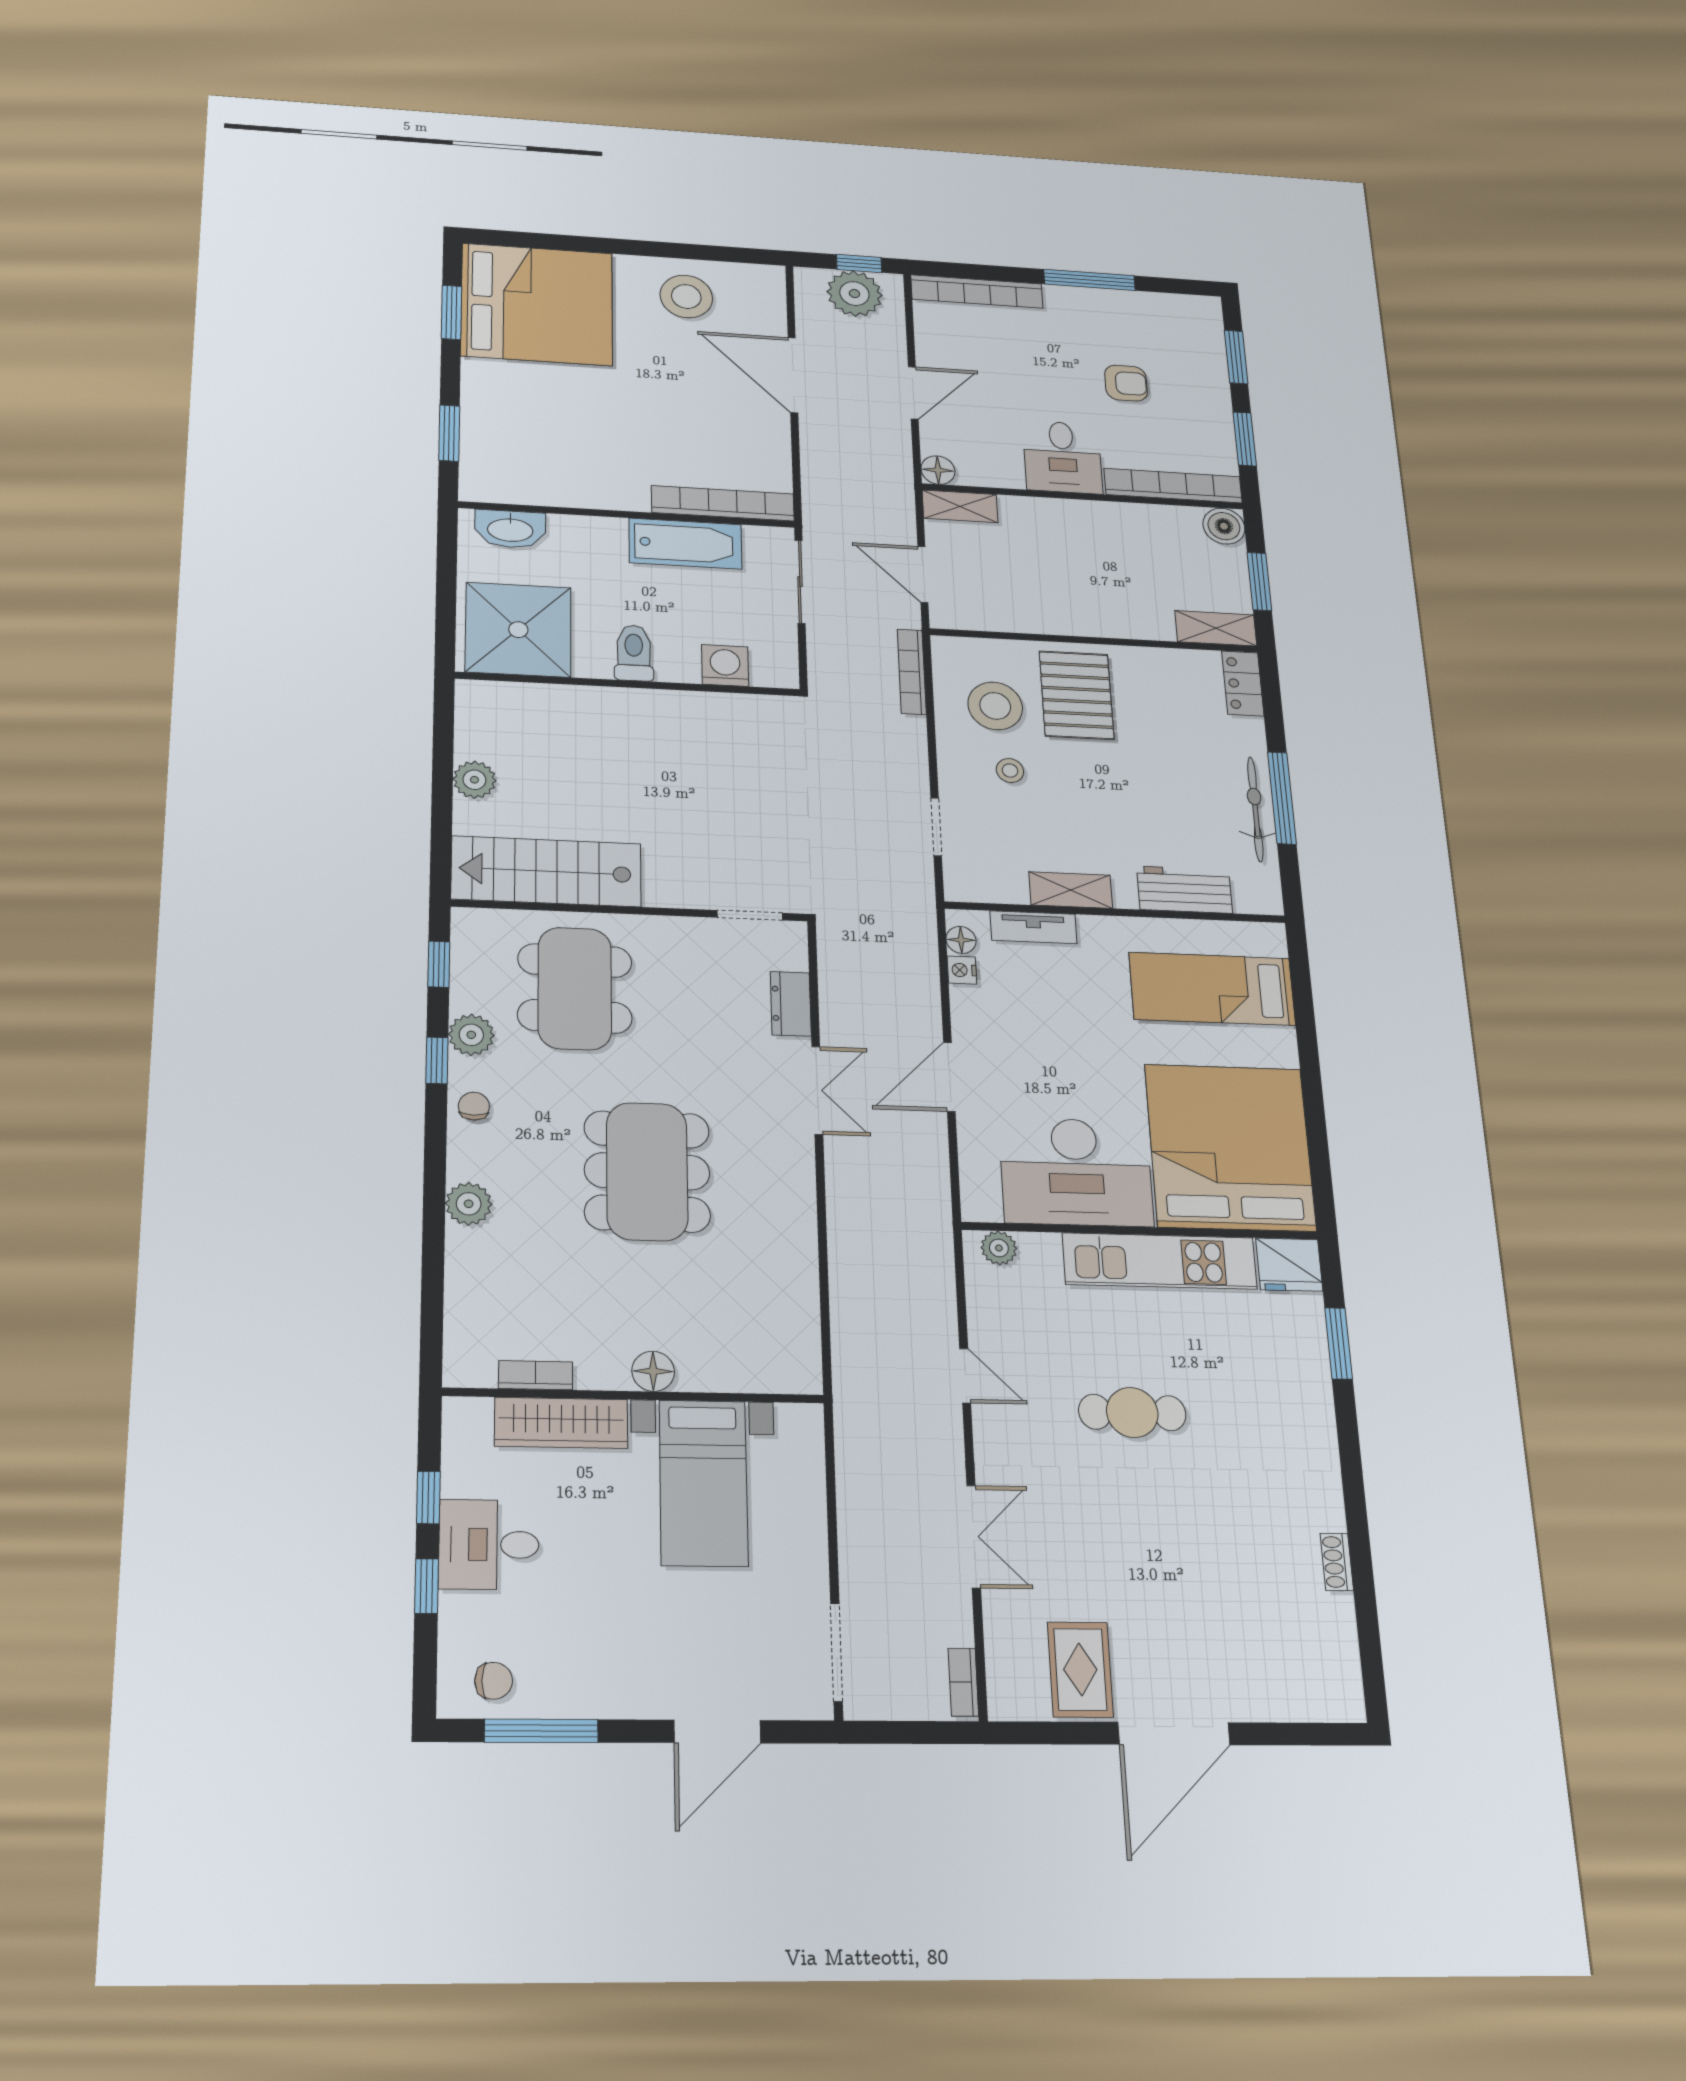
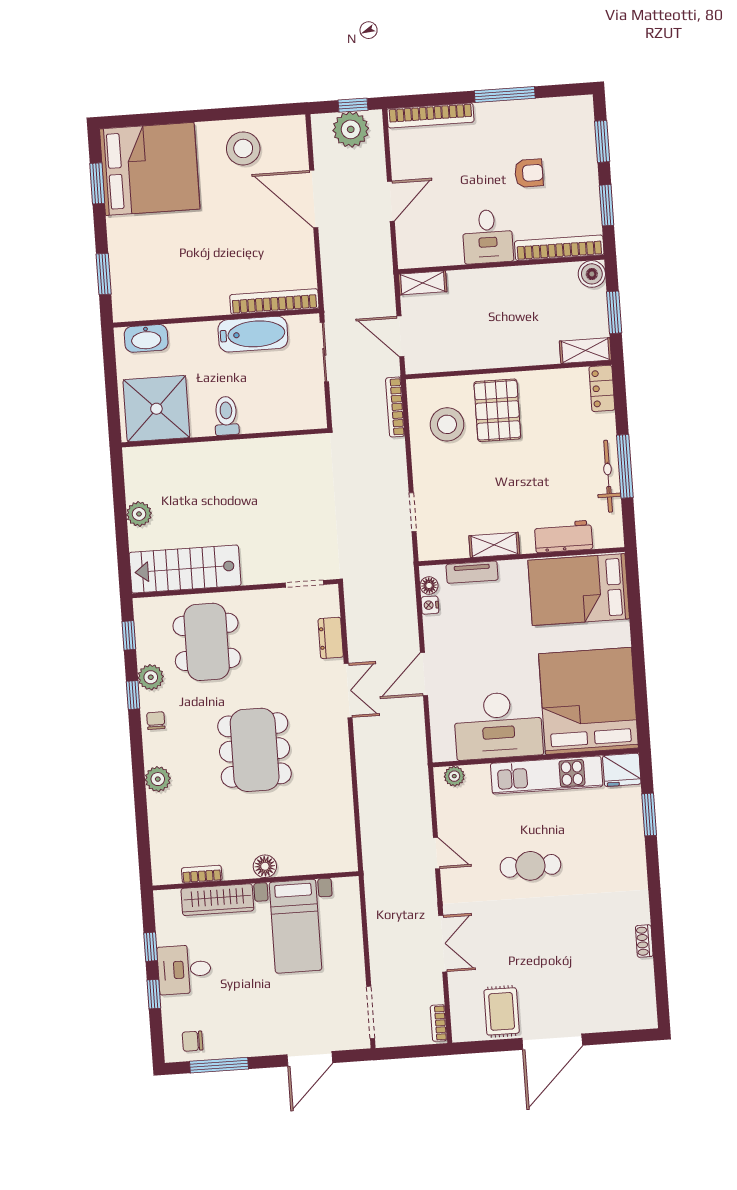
floor lamp: (938, 470) -> (408, 258), removed
washing machine: (725, 666) -> (282, 417), removed
stool: (1010, 771) -> (457, 468), removed
bed: (1212, 989) -> (579, 590), width x1.50
chair: (494, 1681) -> (193, 1041), turned 180

